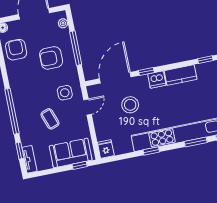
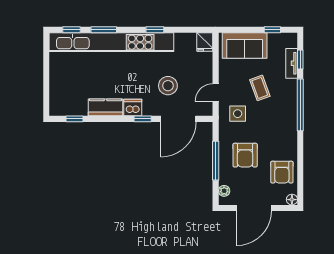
armchair: (51, 58) -> (245, 155), turned 90
tv unit: (29, 159) -> (292, 63), moved
window: (80, 165) -> (272, 30), moved

